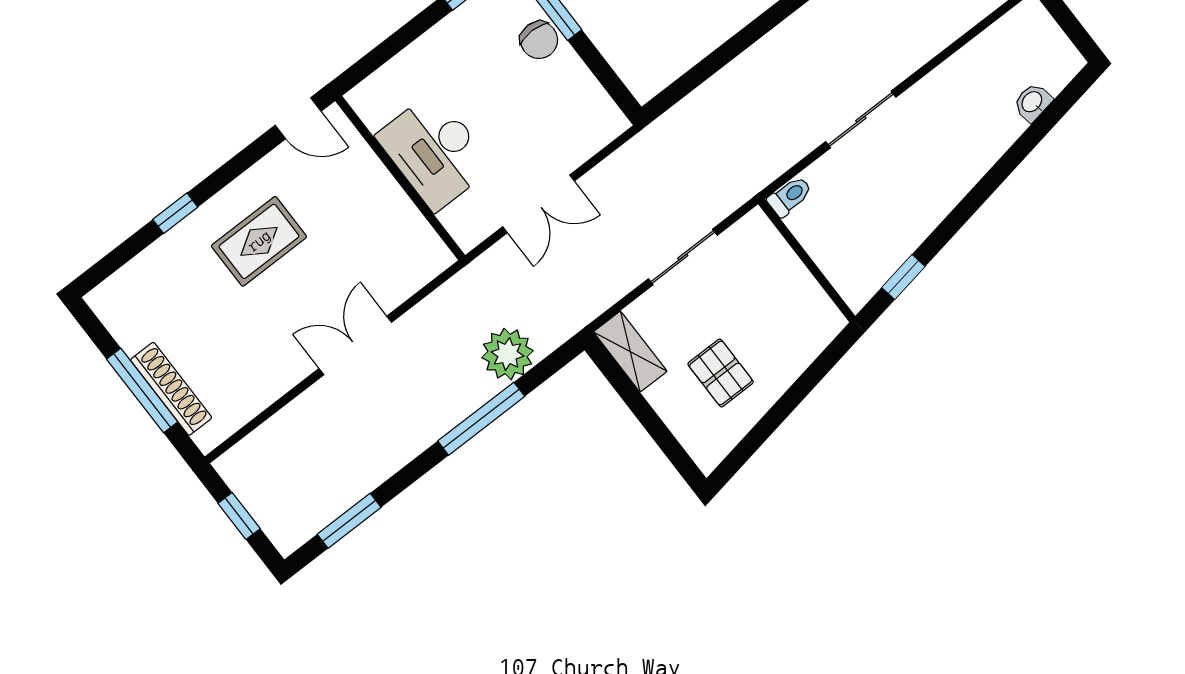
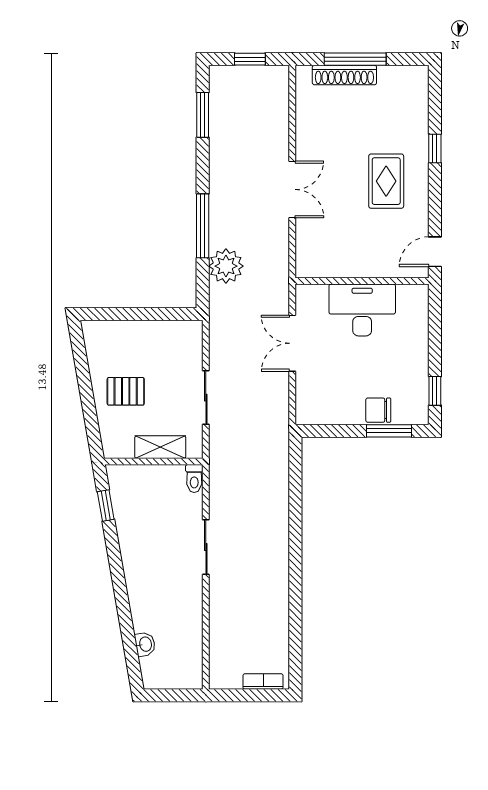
shelving: (630, 352) -> (160, 447), moved
pallet: (721, 373) -> (126, 391), moved

